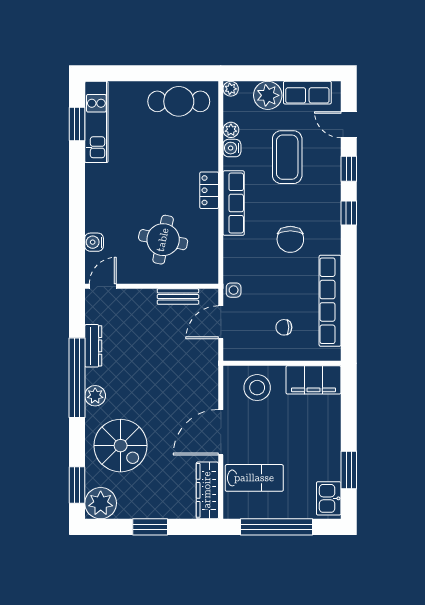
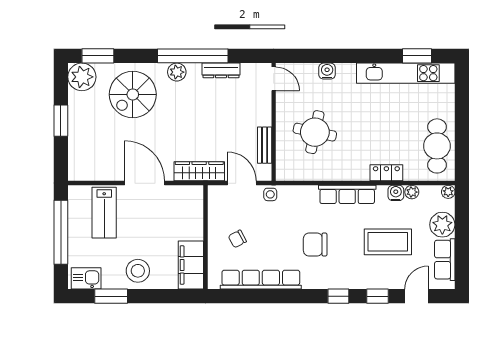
kitchen unit: (96, 122) -> (406, 73), width x1.36
locker: (209, 190) -> (386, 173), moved
water cooler: (94, 242) -> (327, 71), moved
chair: (284, 327) -> (237, 239), turned -118
stool: (257, 388) -> (138, 271), moved
wardrobe: (207, 490) -> (199, 171), moved

